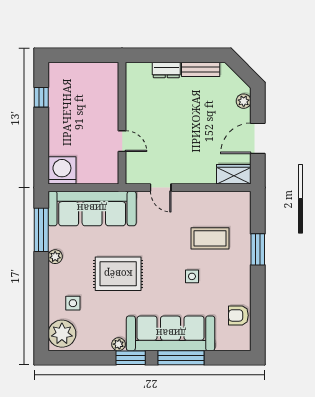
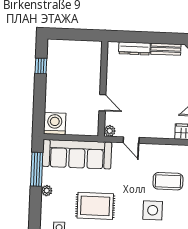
dresser: (166, 70) -> (134, 48), width x1.44
plant: (133, 177) -> (110, 131), added
side table: (192, 276) -> (153, 210), width x1.87, depth x1.87

